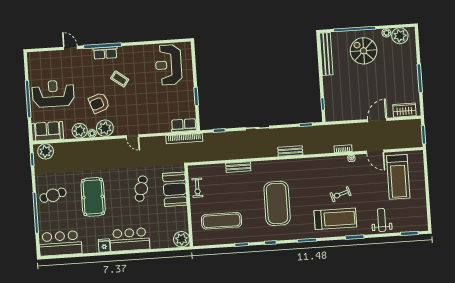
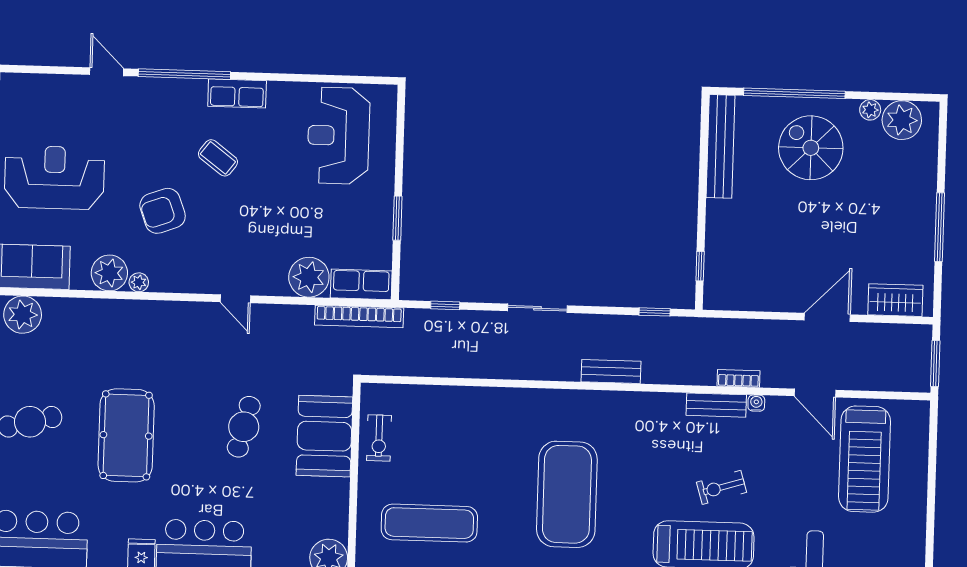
row of seats: (105, 53) -> (237, 93), moved
plant: (105, 128) -> (309, 277), moved
bench: (238, 167) -> (716, 405), moved

